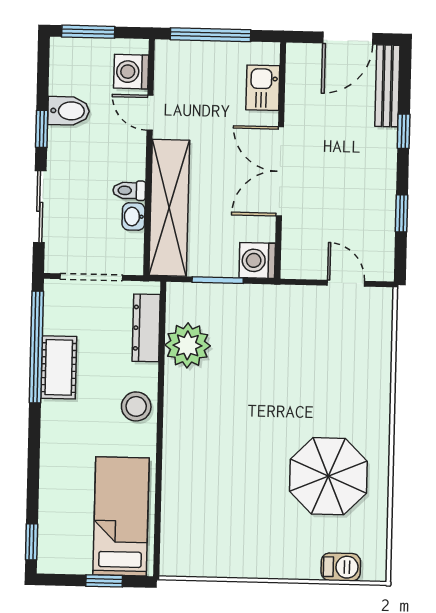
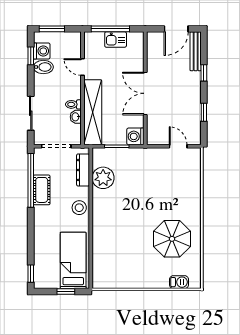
washing machine: (131, 72) -> (42, 51), moved, turned 180
kitchen sink: (263, 88) -> (116, 40), moved, turned -90
window: (42, 129) -> (31, 56), moved

